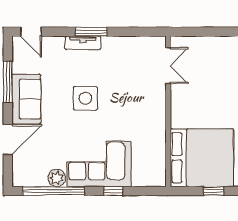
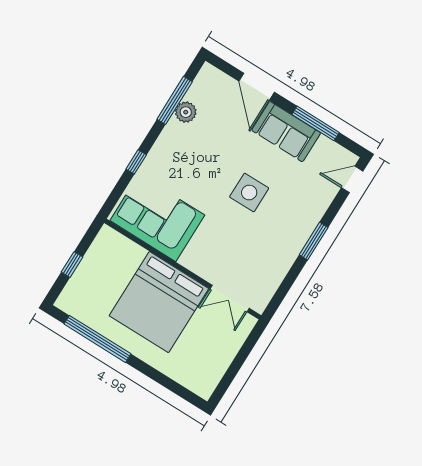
tv unit: (83, 43) -> (308, 225), removed
bed: (202, 158) -> (159, 302), moved
corner sofa: (99, 164) -> (157, 218), moved, turned -90
window: (53, 191) -> (175, 100), width x0.68

